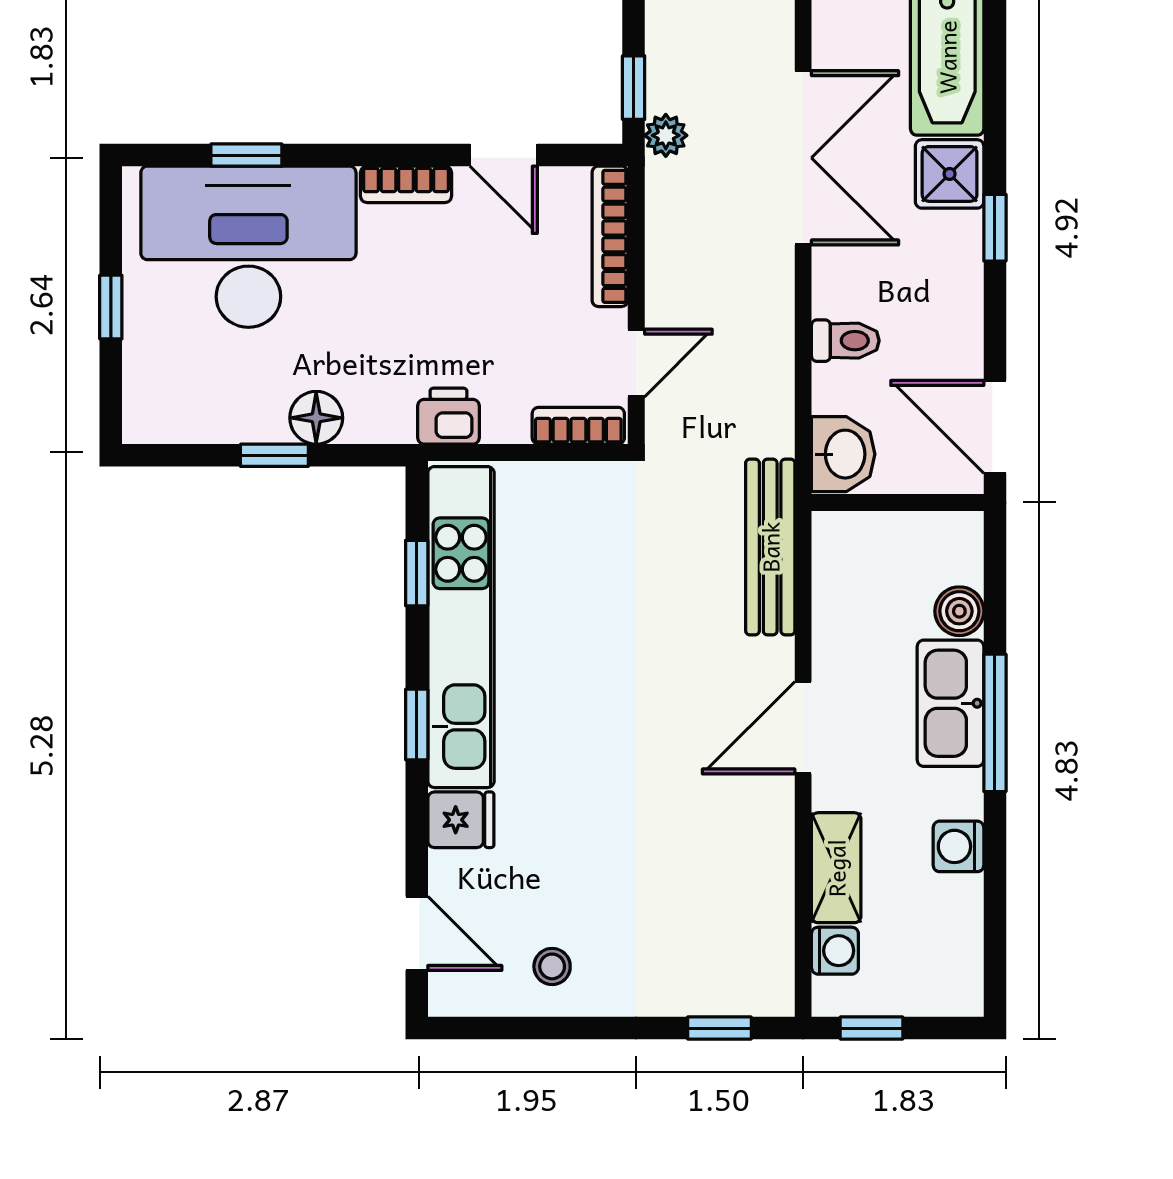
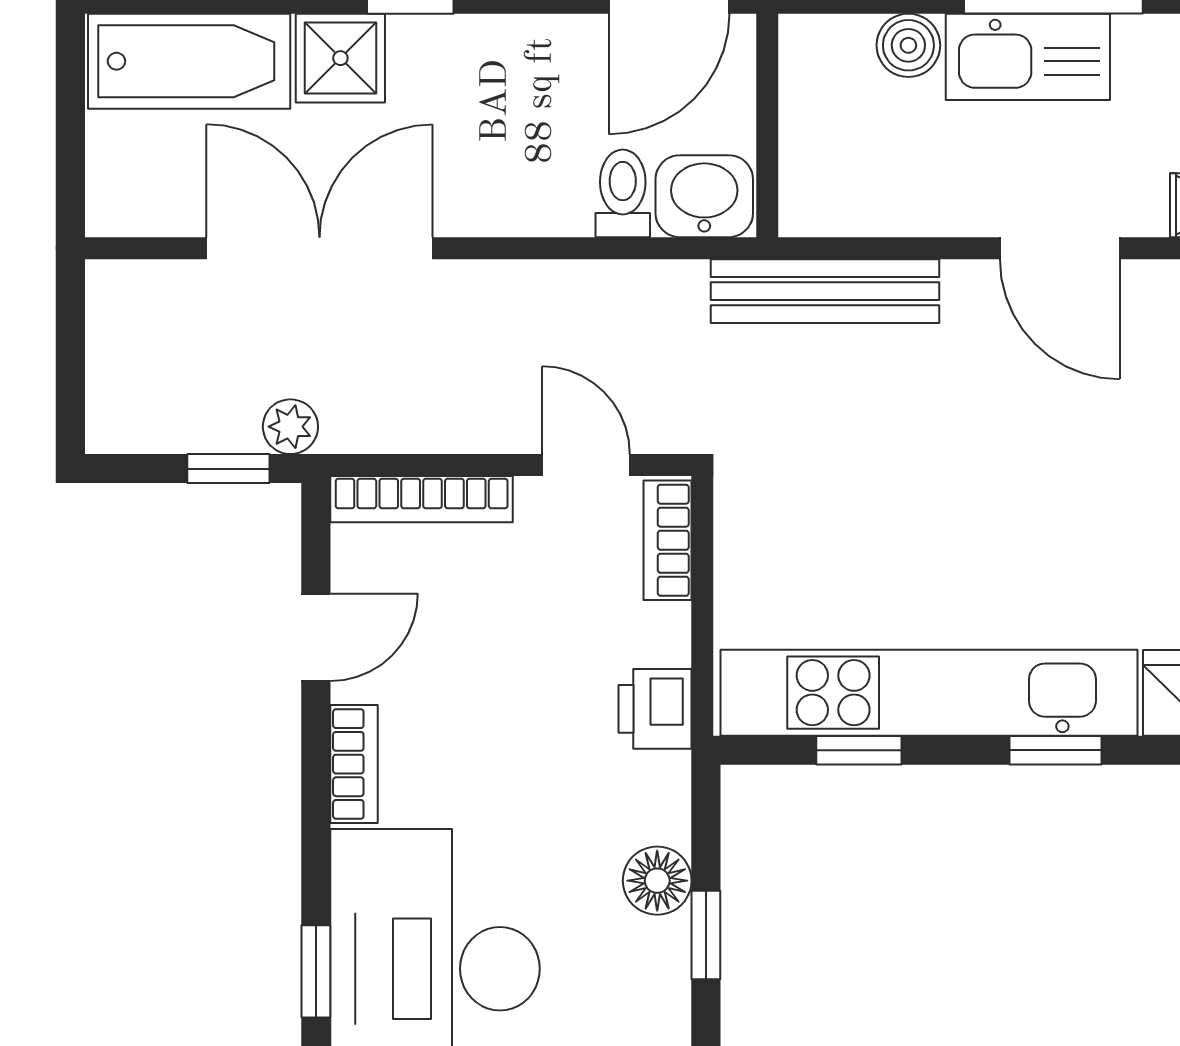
toilet: (845, 341) -> (623, 193), moved

